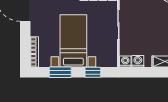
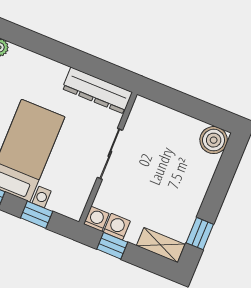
window: (139, 72) -> (112, 246), added

